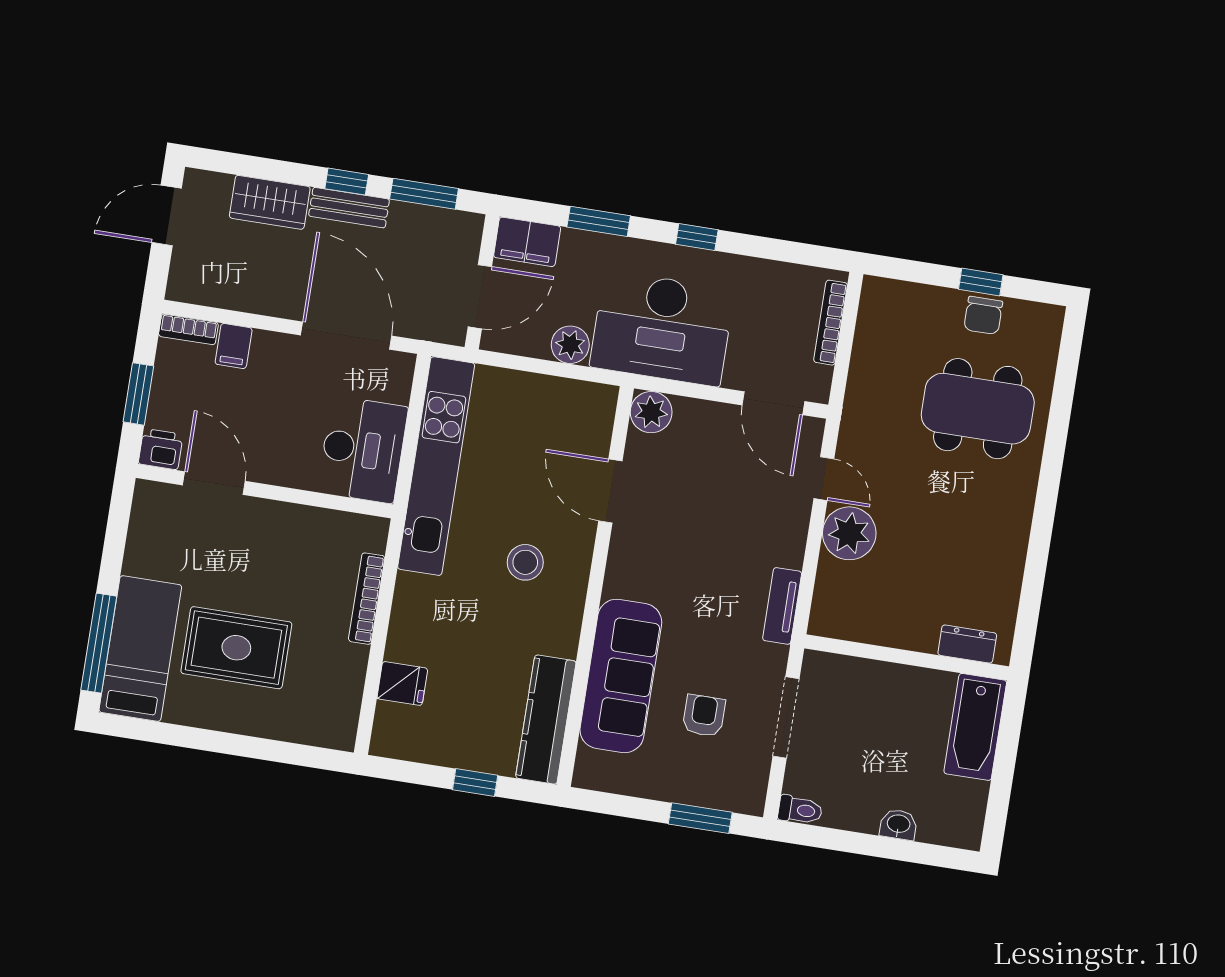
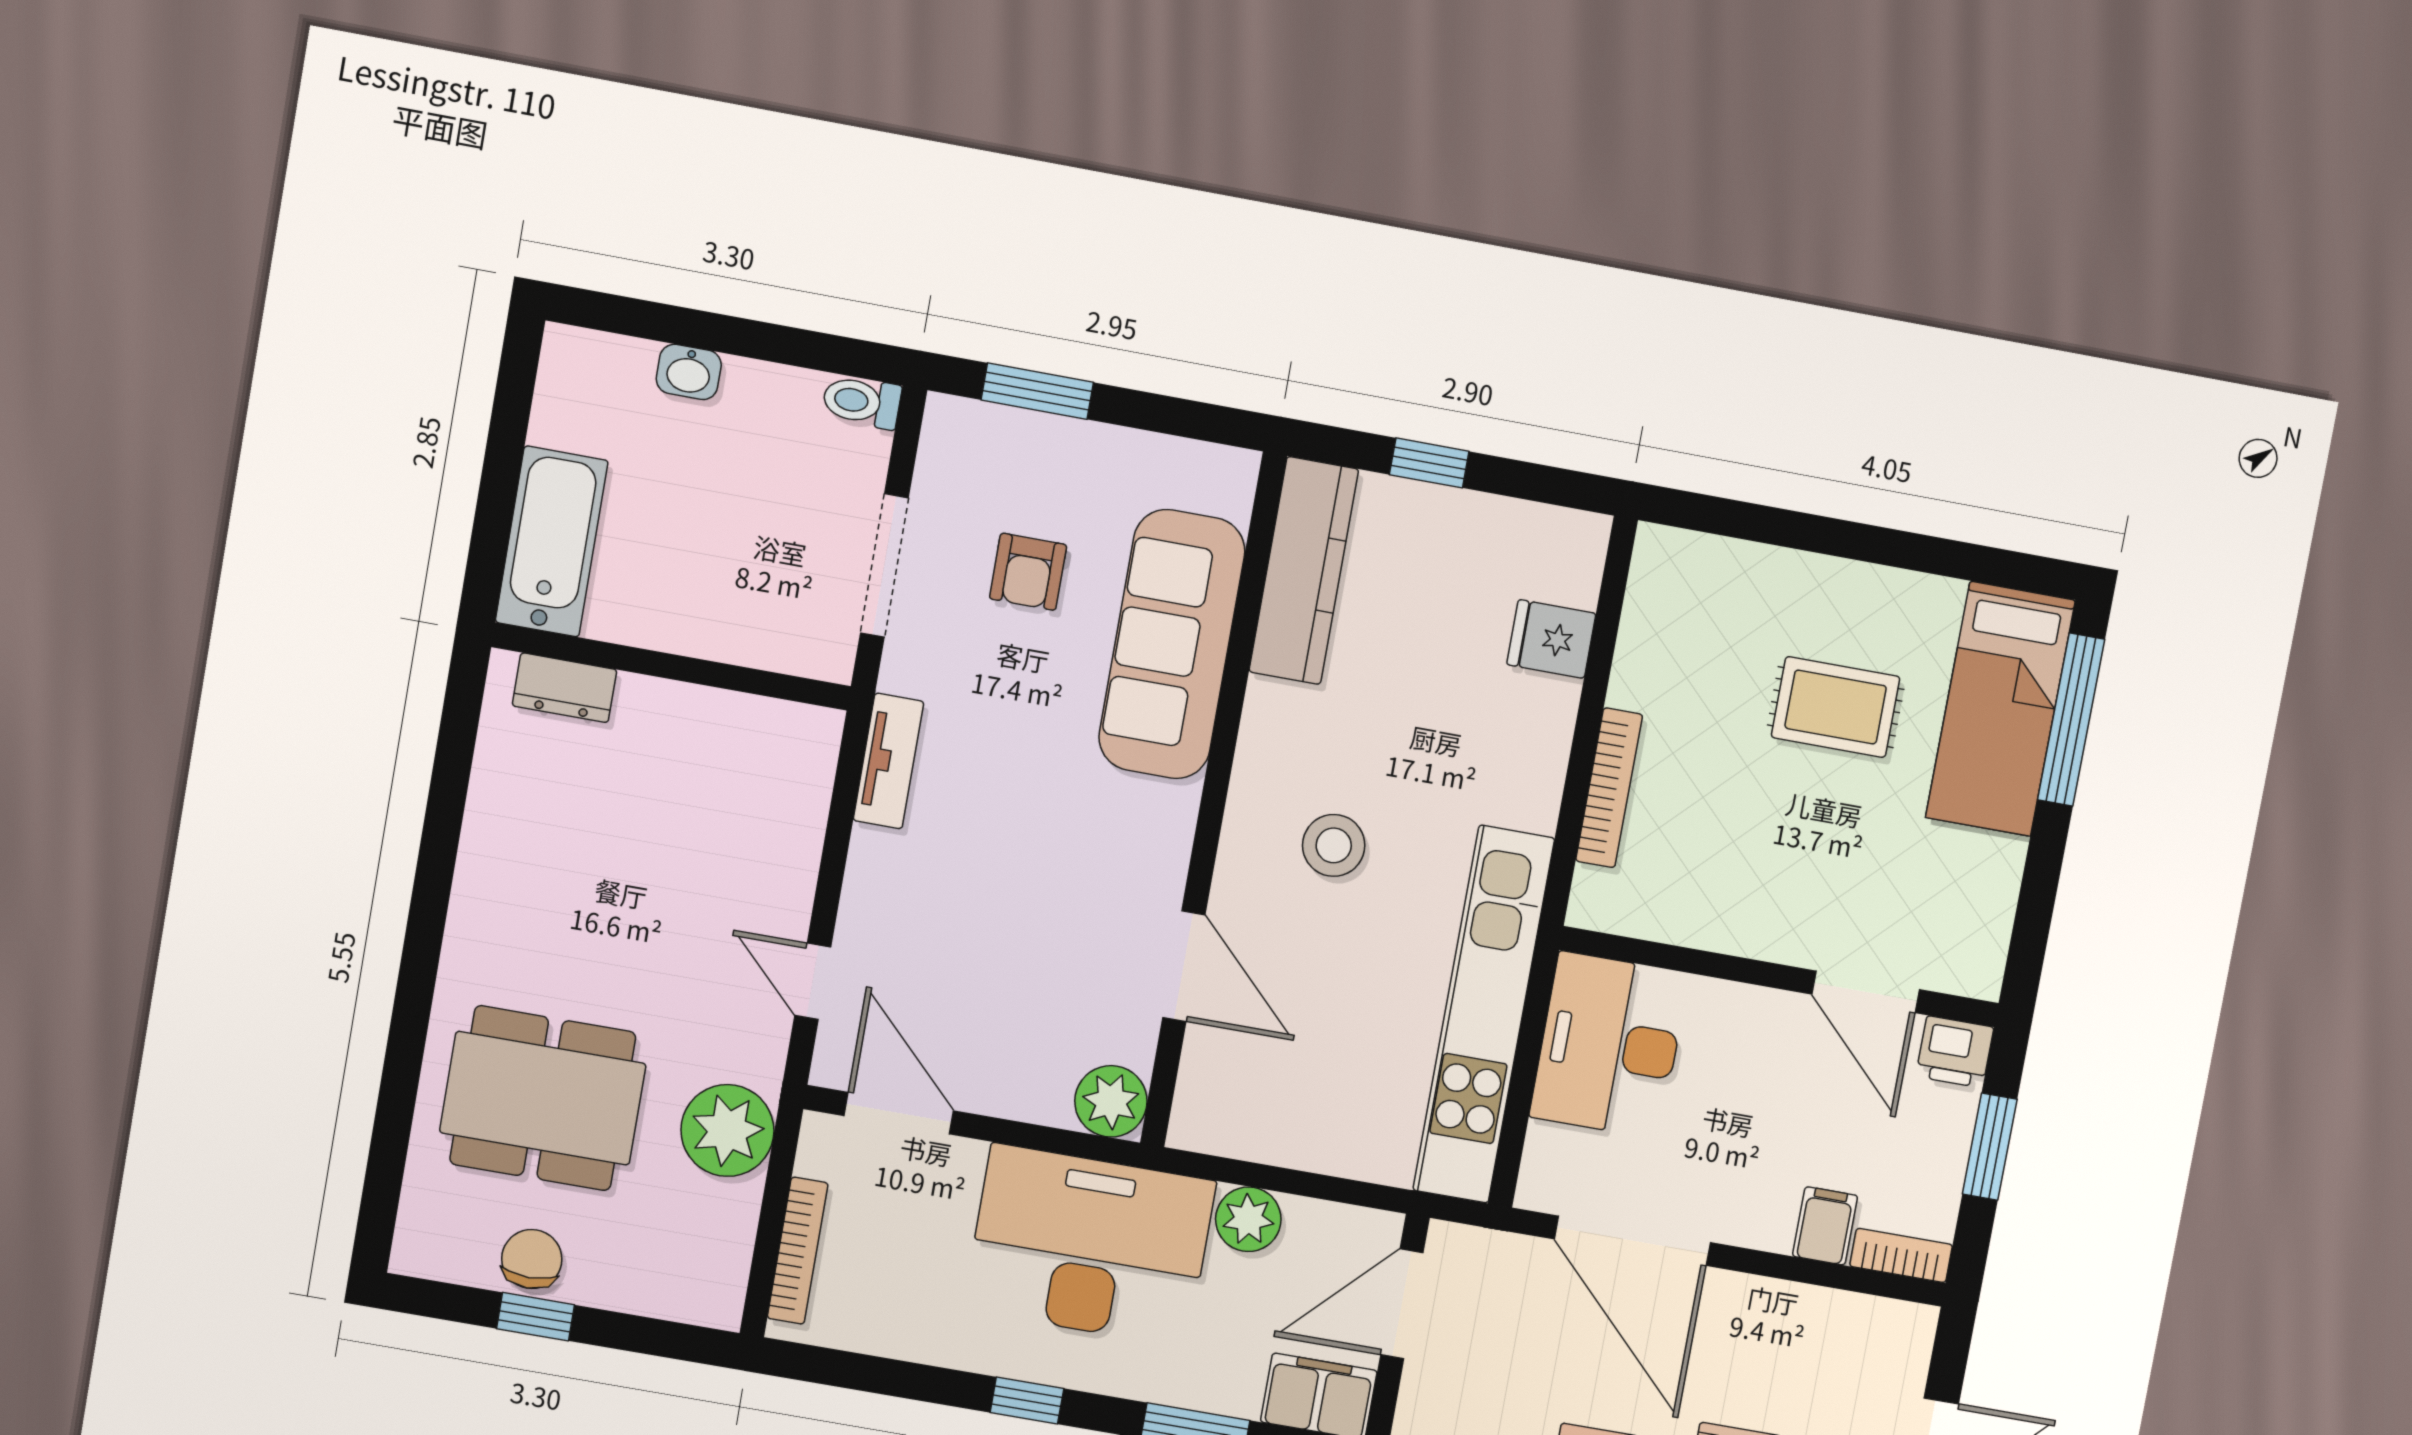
plant: (849, 533) -> (727, 1131), moved
rug: (236, 648) -> (1836, 707), width x0.73, depth x0.70

